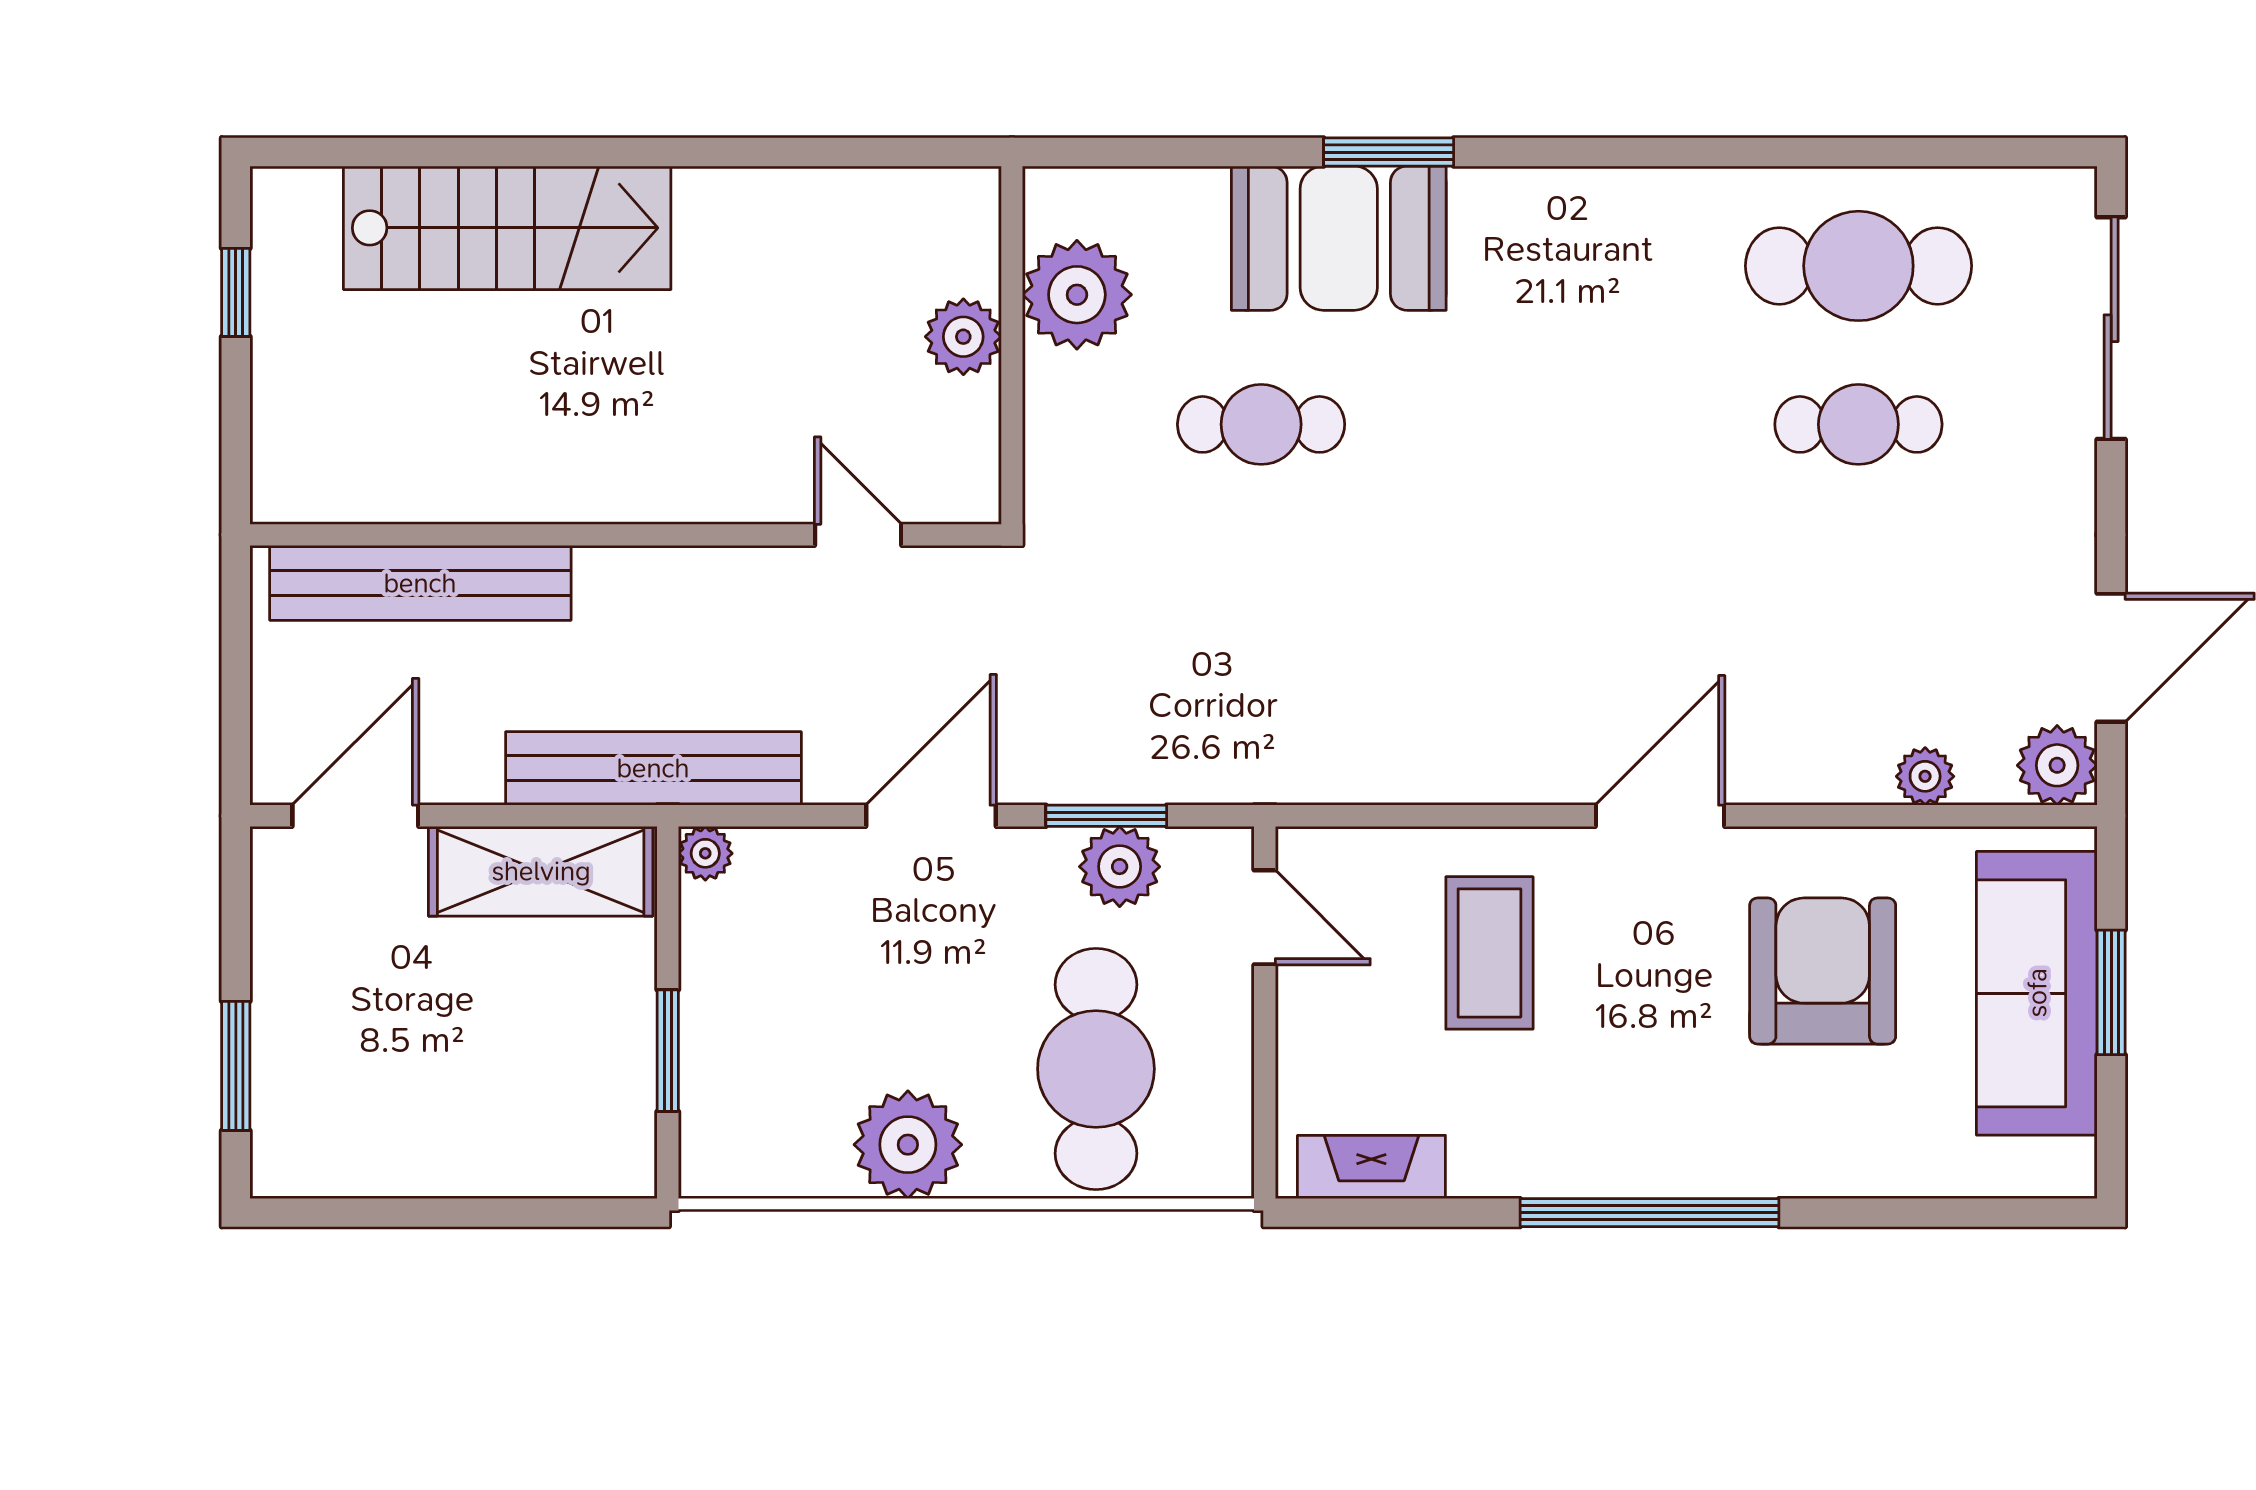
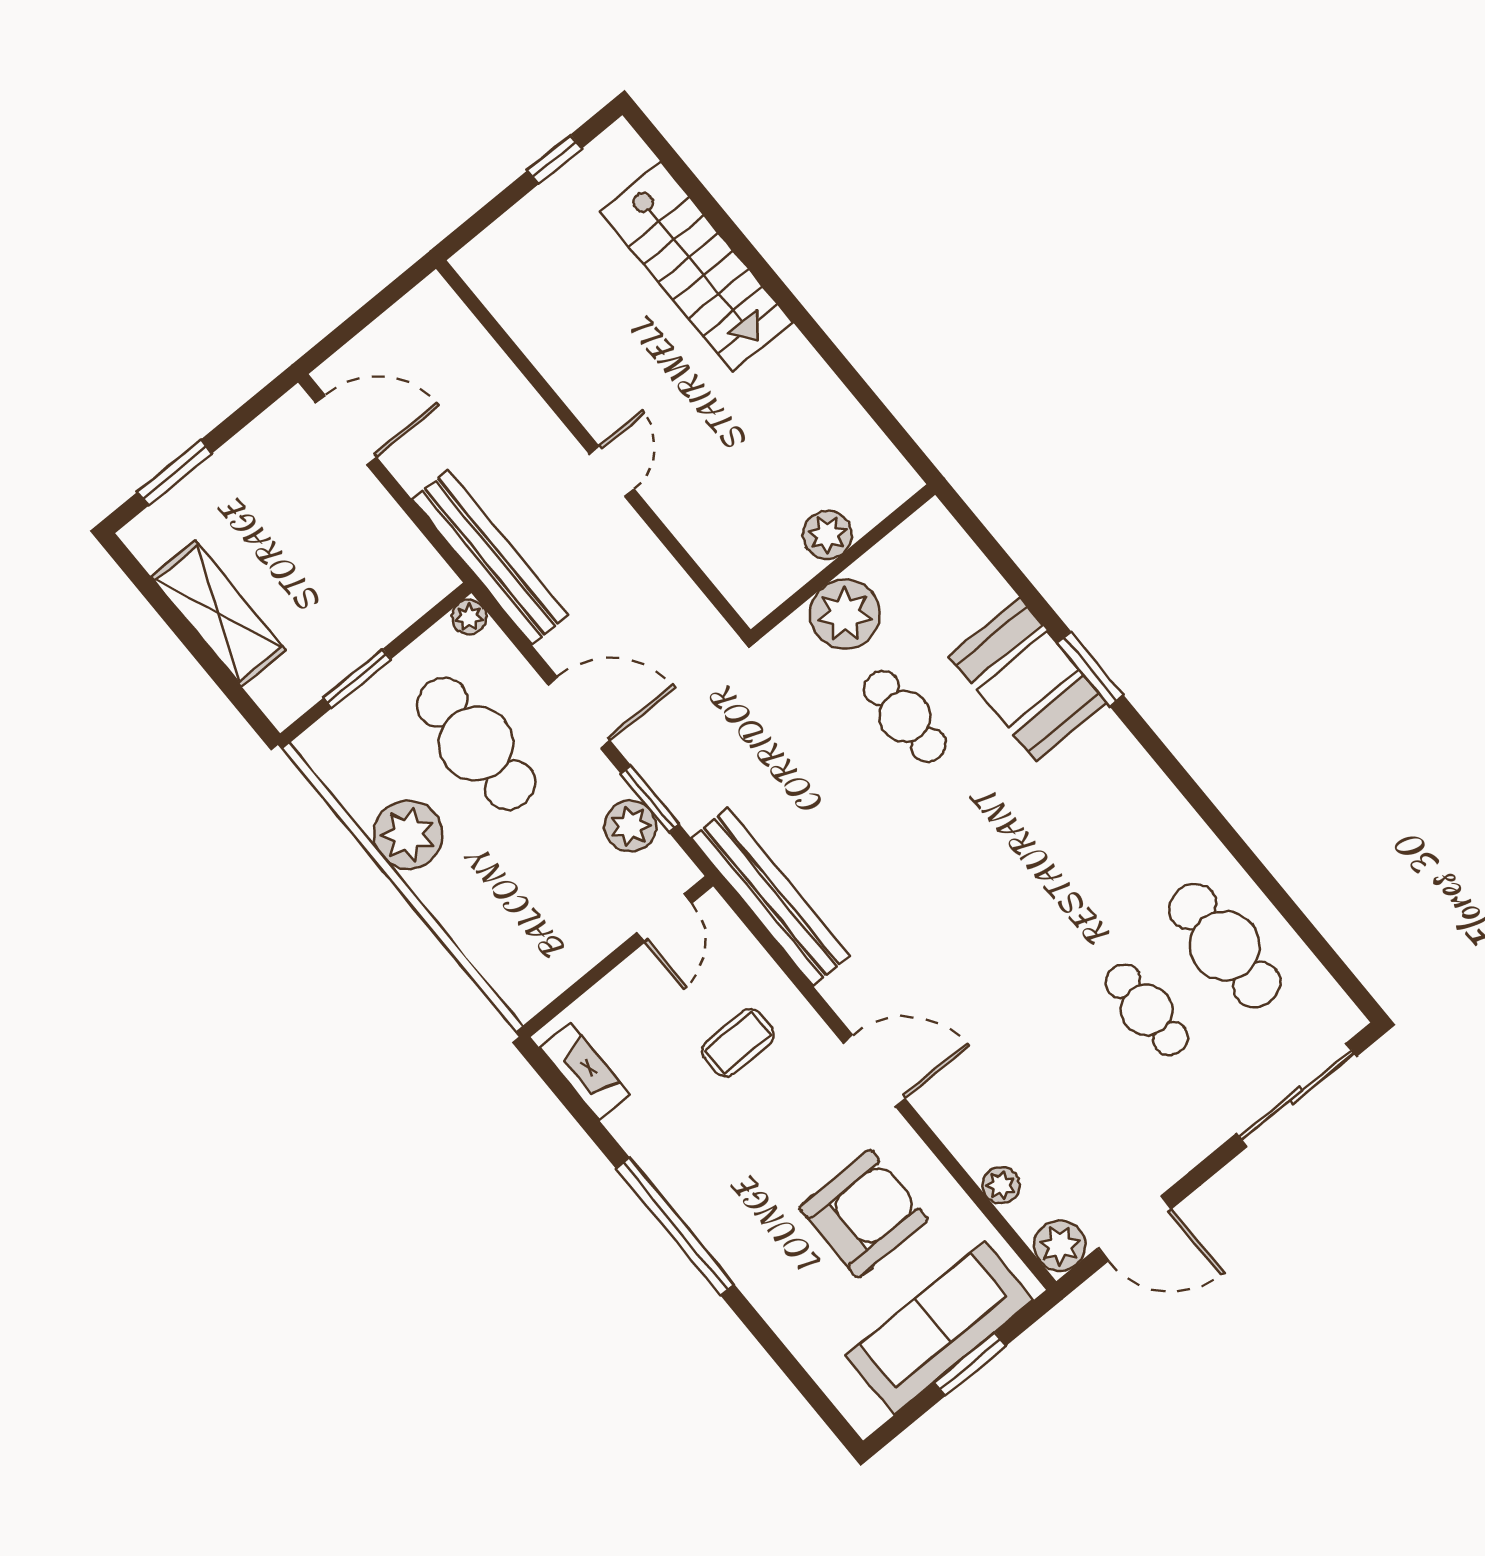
plant: (1077, 295) -> (845, 614), moved
door: (858, 535) -> (612, 471), moved
bench: (420, 583) -> (770, 897), moved
shelving: (541, 871) -> (218, 613), moved
coffee table: (1489, 953) -> (738, 1043), width x0.73, depth x0.77
cafe table: (1096, 1069) -> (476, 744), moved, turned 90

